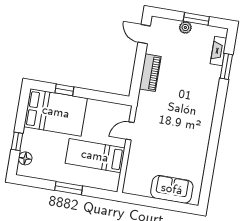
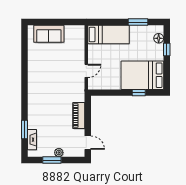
bed: (95, 156) -> (108, 34), moved
window: (69, 188) -> (138, 22), moved

